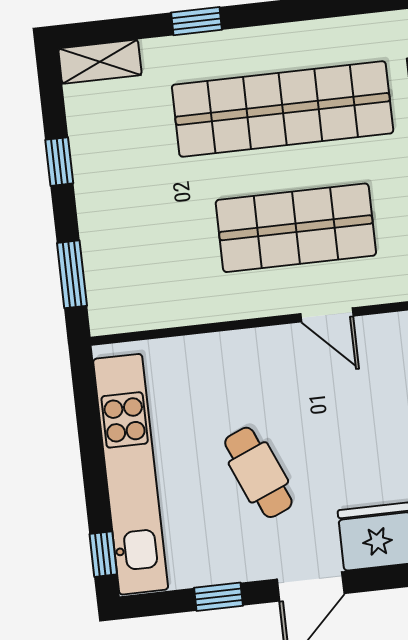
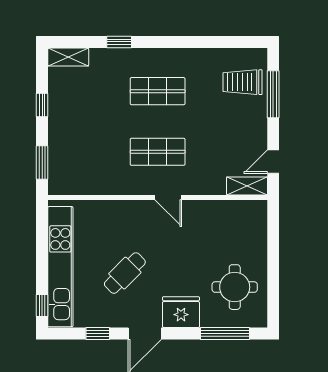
shop shelf: (283, 109) -> (158, 91), width x0.50, depth x0.74
shop shelf: (296, 228) -> (158, 152), width x0.70, depth x0.74
cafe table: (258, 472) -> (125, 273), turned 68

